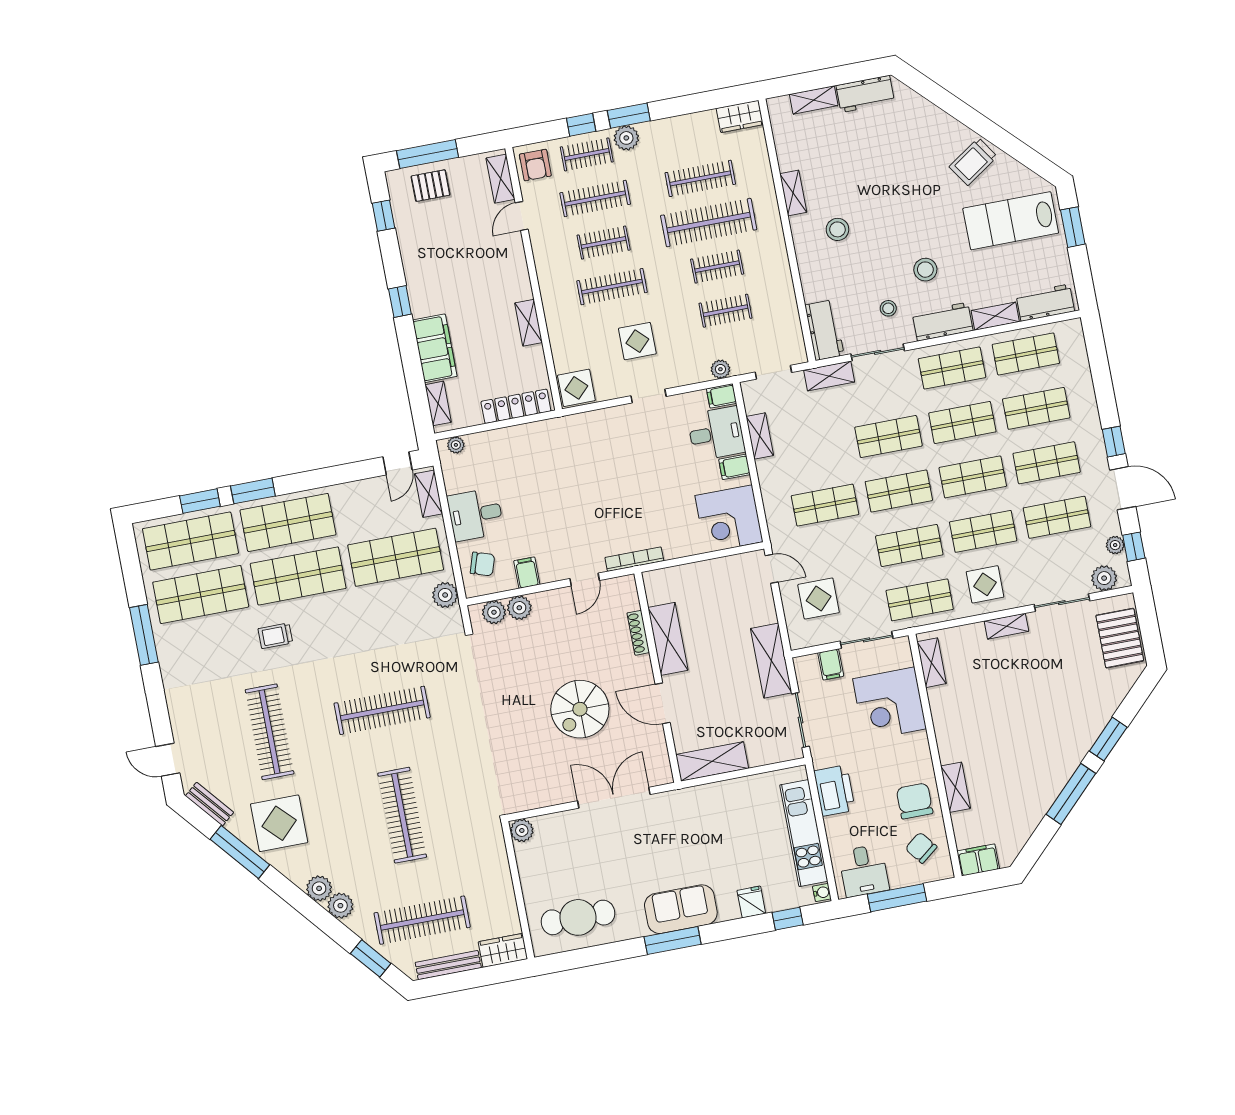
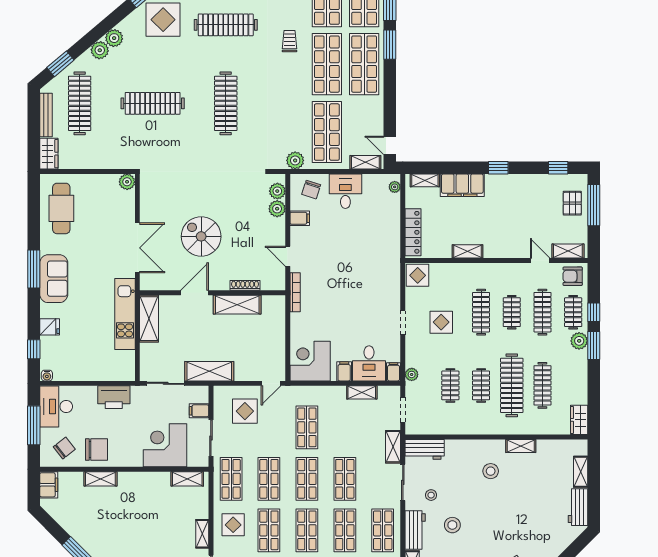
kitchen unit: (804, 833) -> (125, 314), moved, turned -90
desk: (864, 871) -> (56, 406), width x1.37

